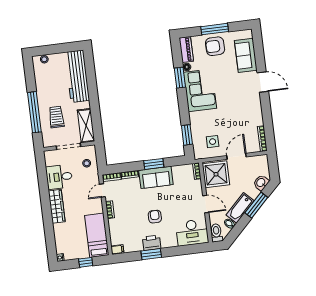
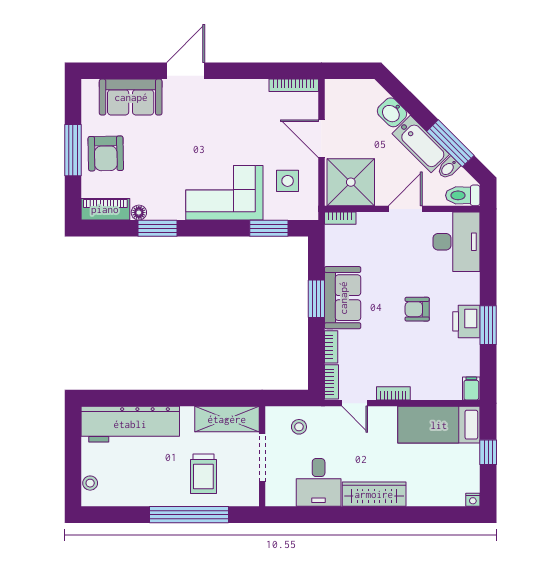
corner sofa: (200, 90) -> (224, 193), moved
trolley: (56, 117) -> (203, 474), turned -90
washbasin: (261, 183) -> (392, 112), moved
window: (256, 205) -> (450, 143), moved

